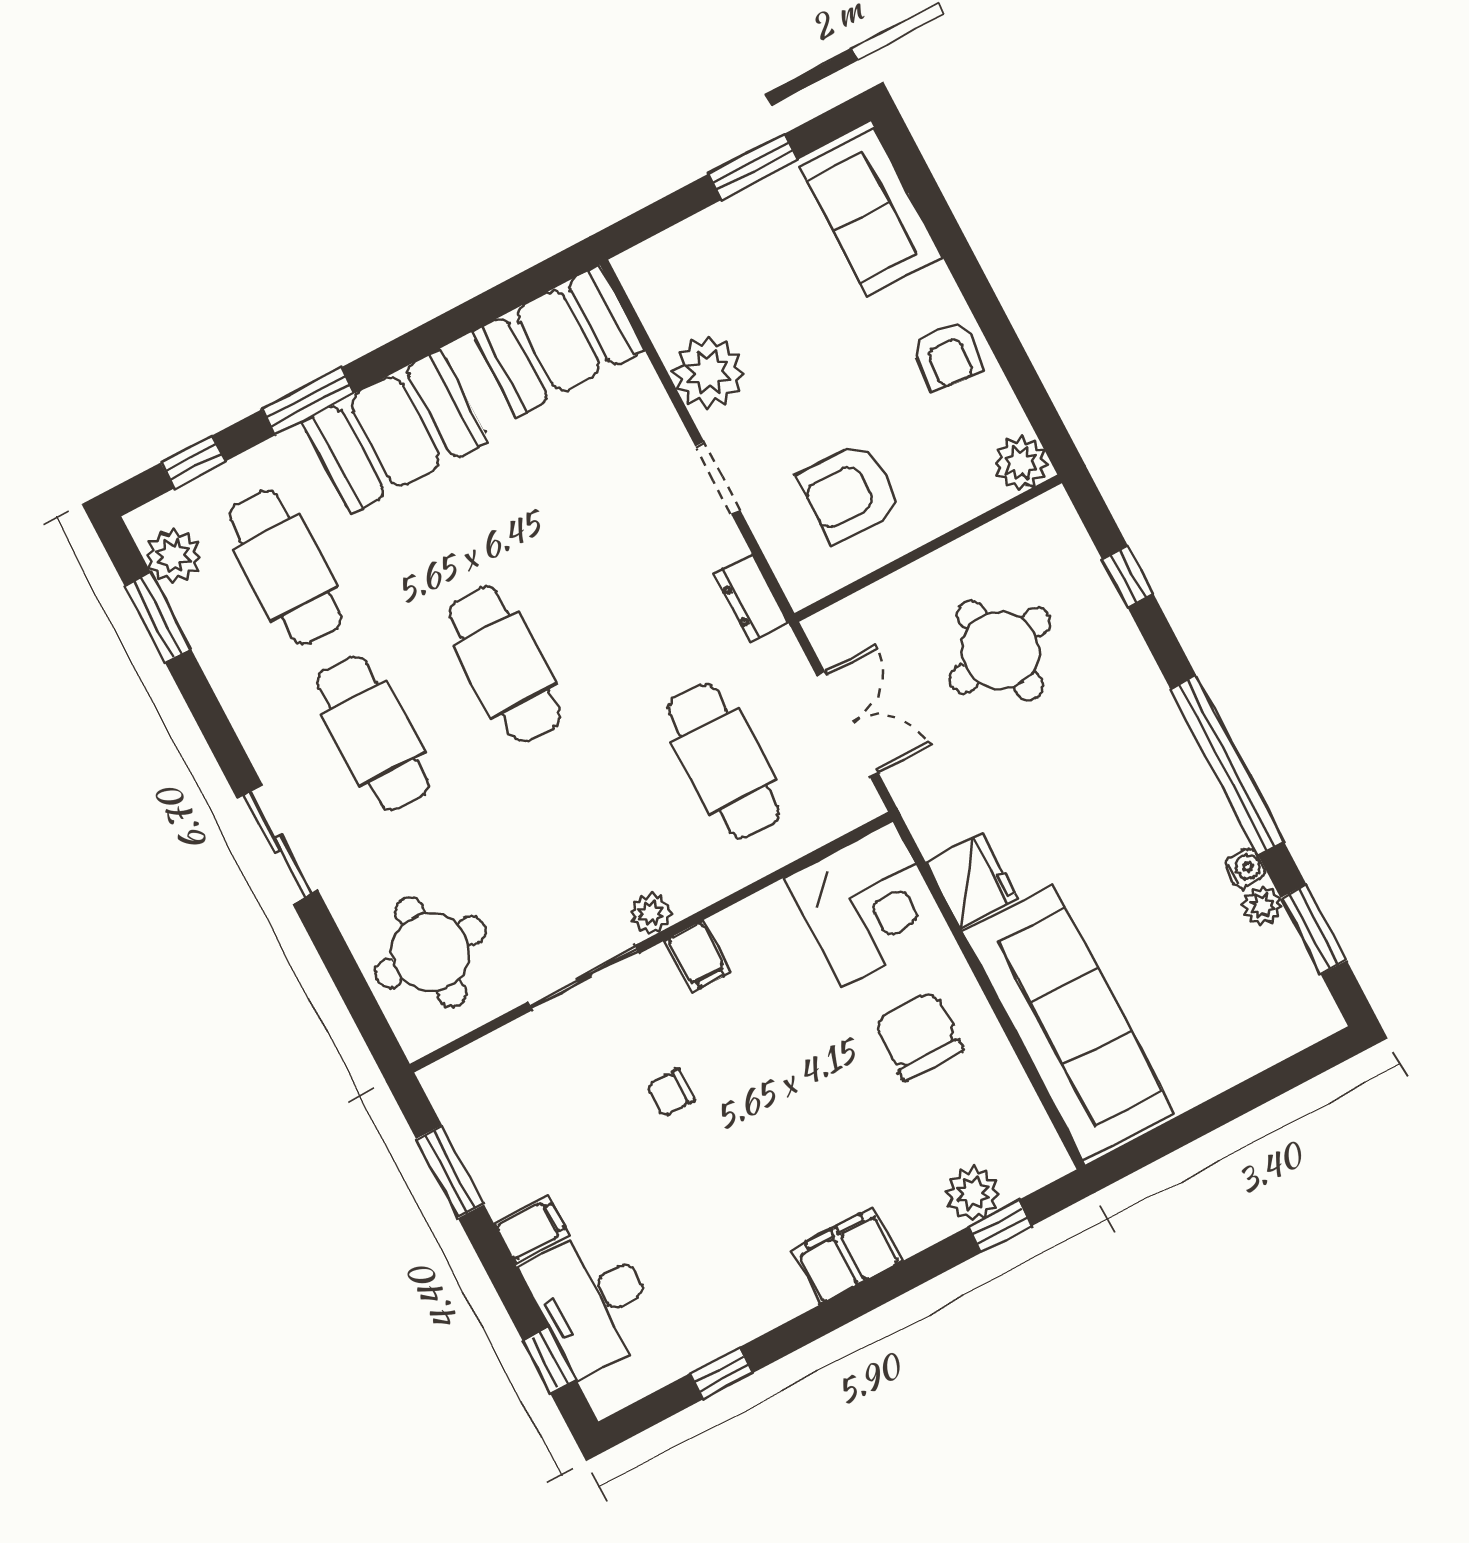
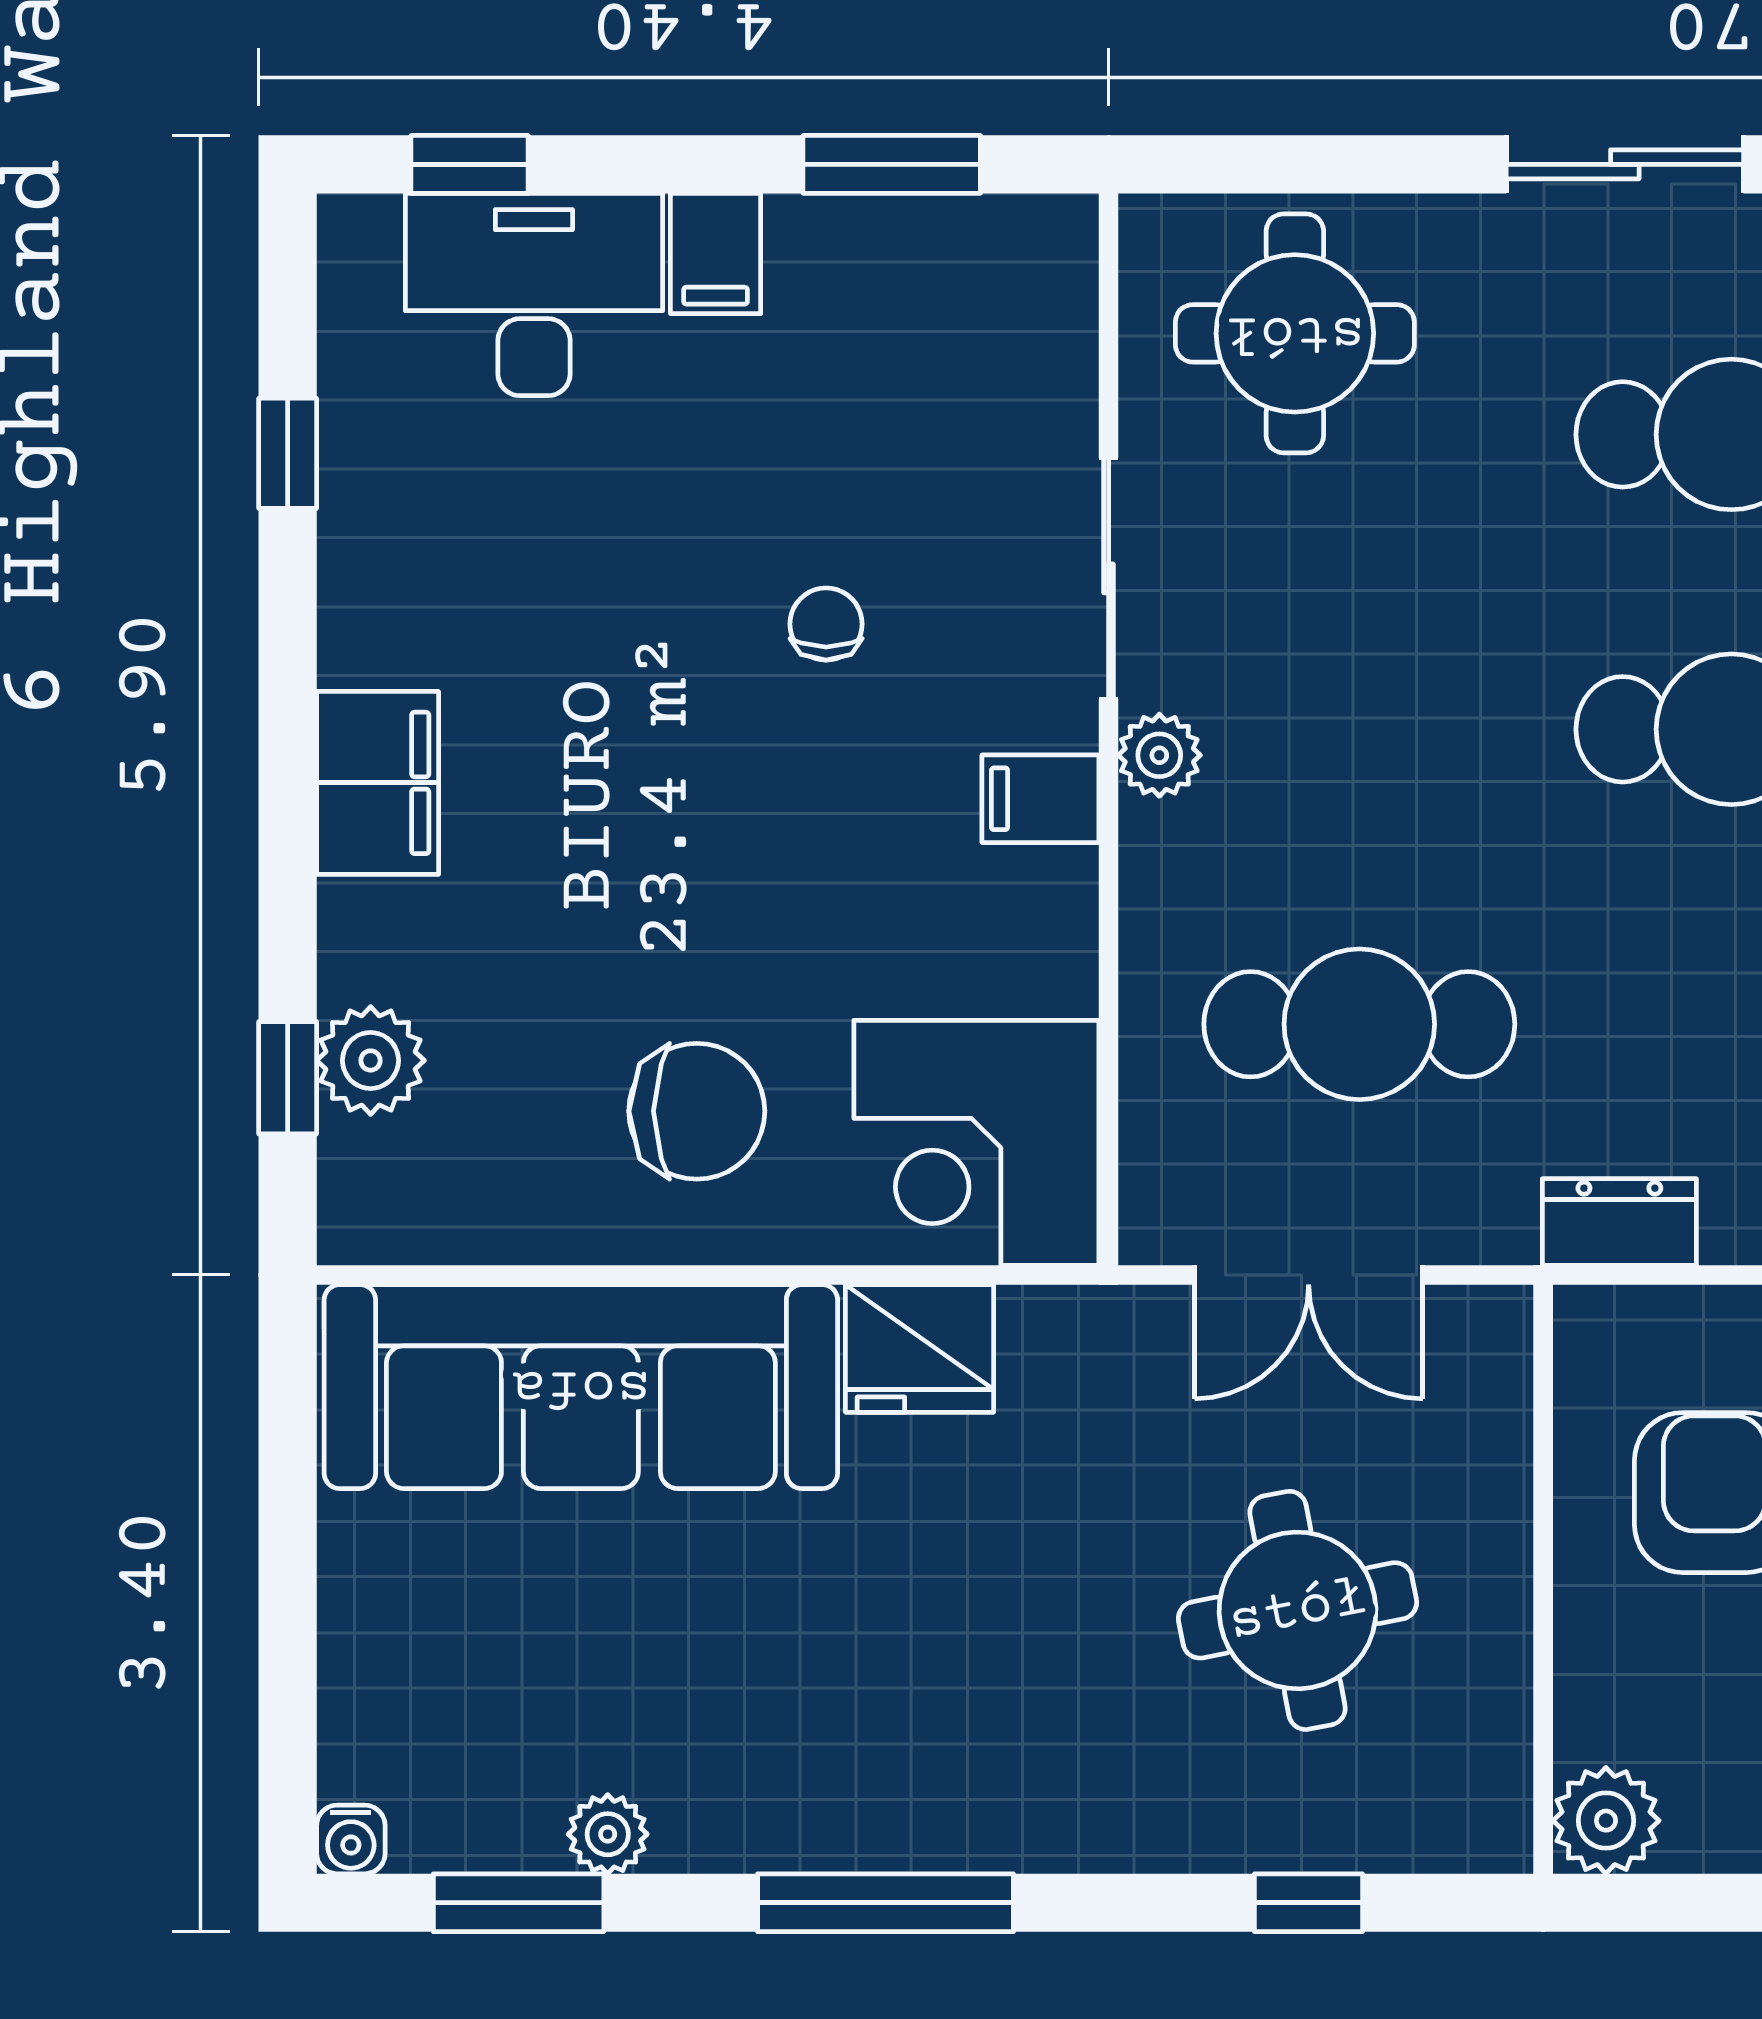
window: (1227, 765) -> (886, 1903), width x0.68
water cooler: (1245, 868) -> (351, 1839), moved

